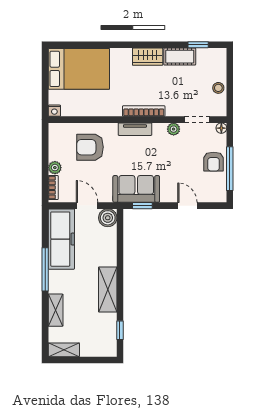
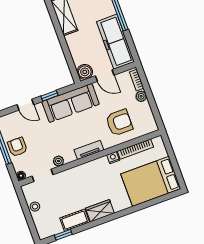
nightstand: (54, 111) -> (113, 158), moved
bookcase: (144, 111) -> (135, 149), moved
sofa: (136, 189) -> (71, 103), width x1.36
window: (142, 206) -> (49, 96), moved

